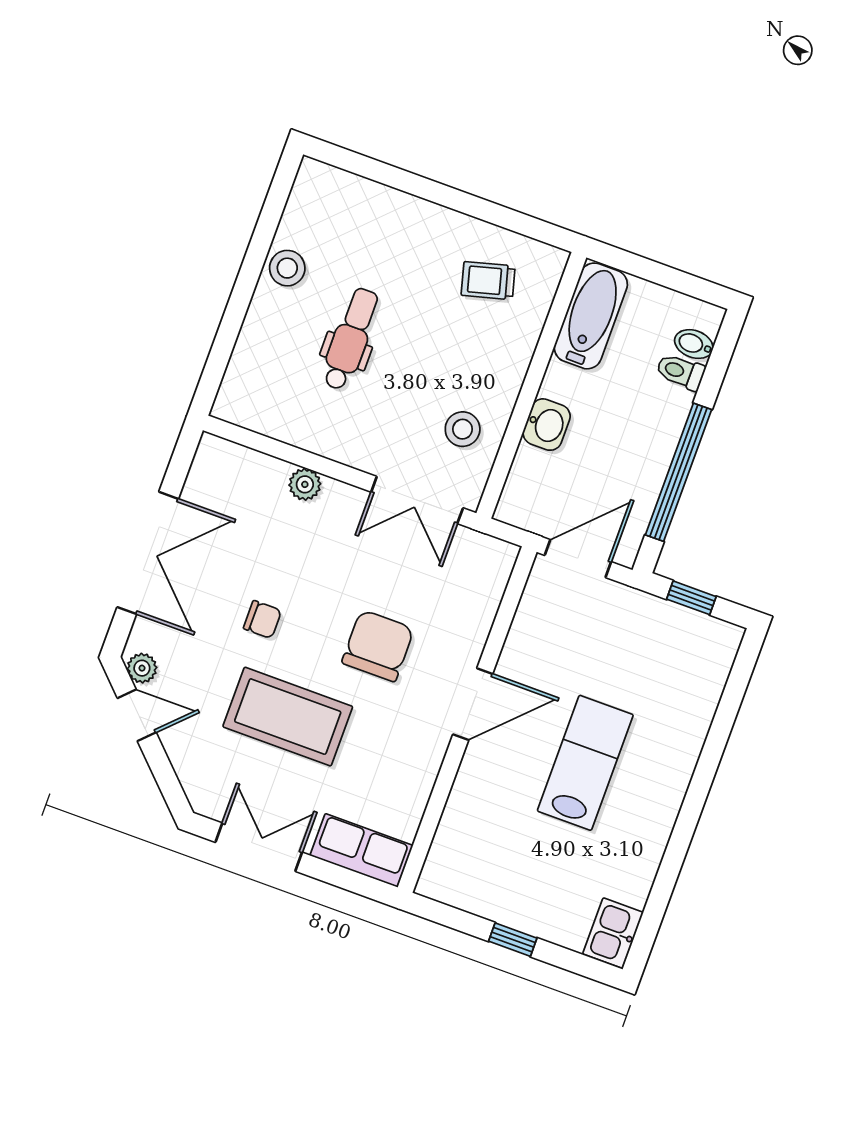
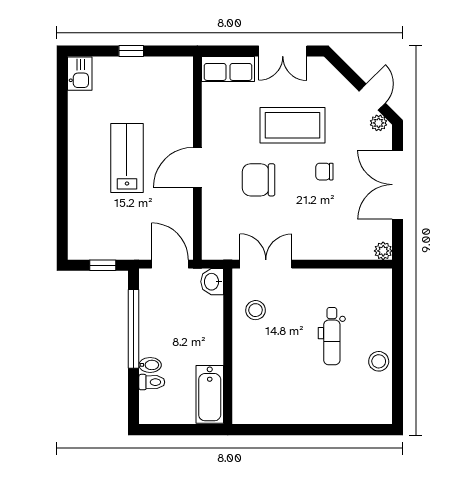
trolley: (488, 281) -> (271, 393), removed
bidet: (694, 344) -> (150, 365), moved
washbasin: (547, 425) -> (212, 282), moved
plant: (305, 484) -> (383, 251), moved
door: (578, 559) -> (170, 264), swing flipped
chair: (378, 646) -> (259, 180), turned 90
door: (137, 715) -> (372, 97), swing flipped
lab bench: (585, 763) -> (127, 158), turned 180

